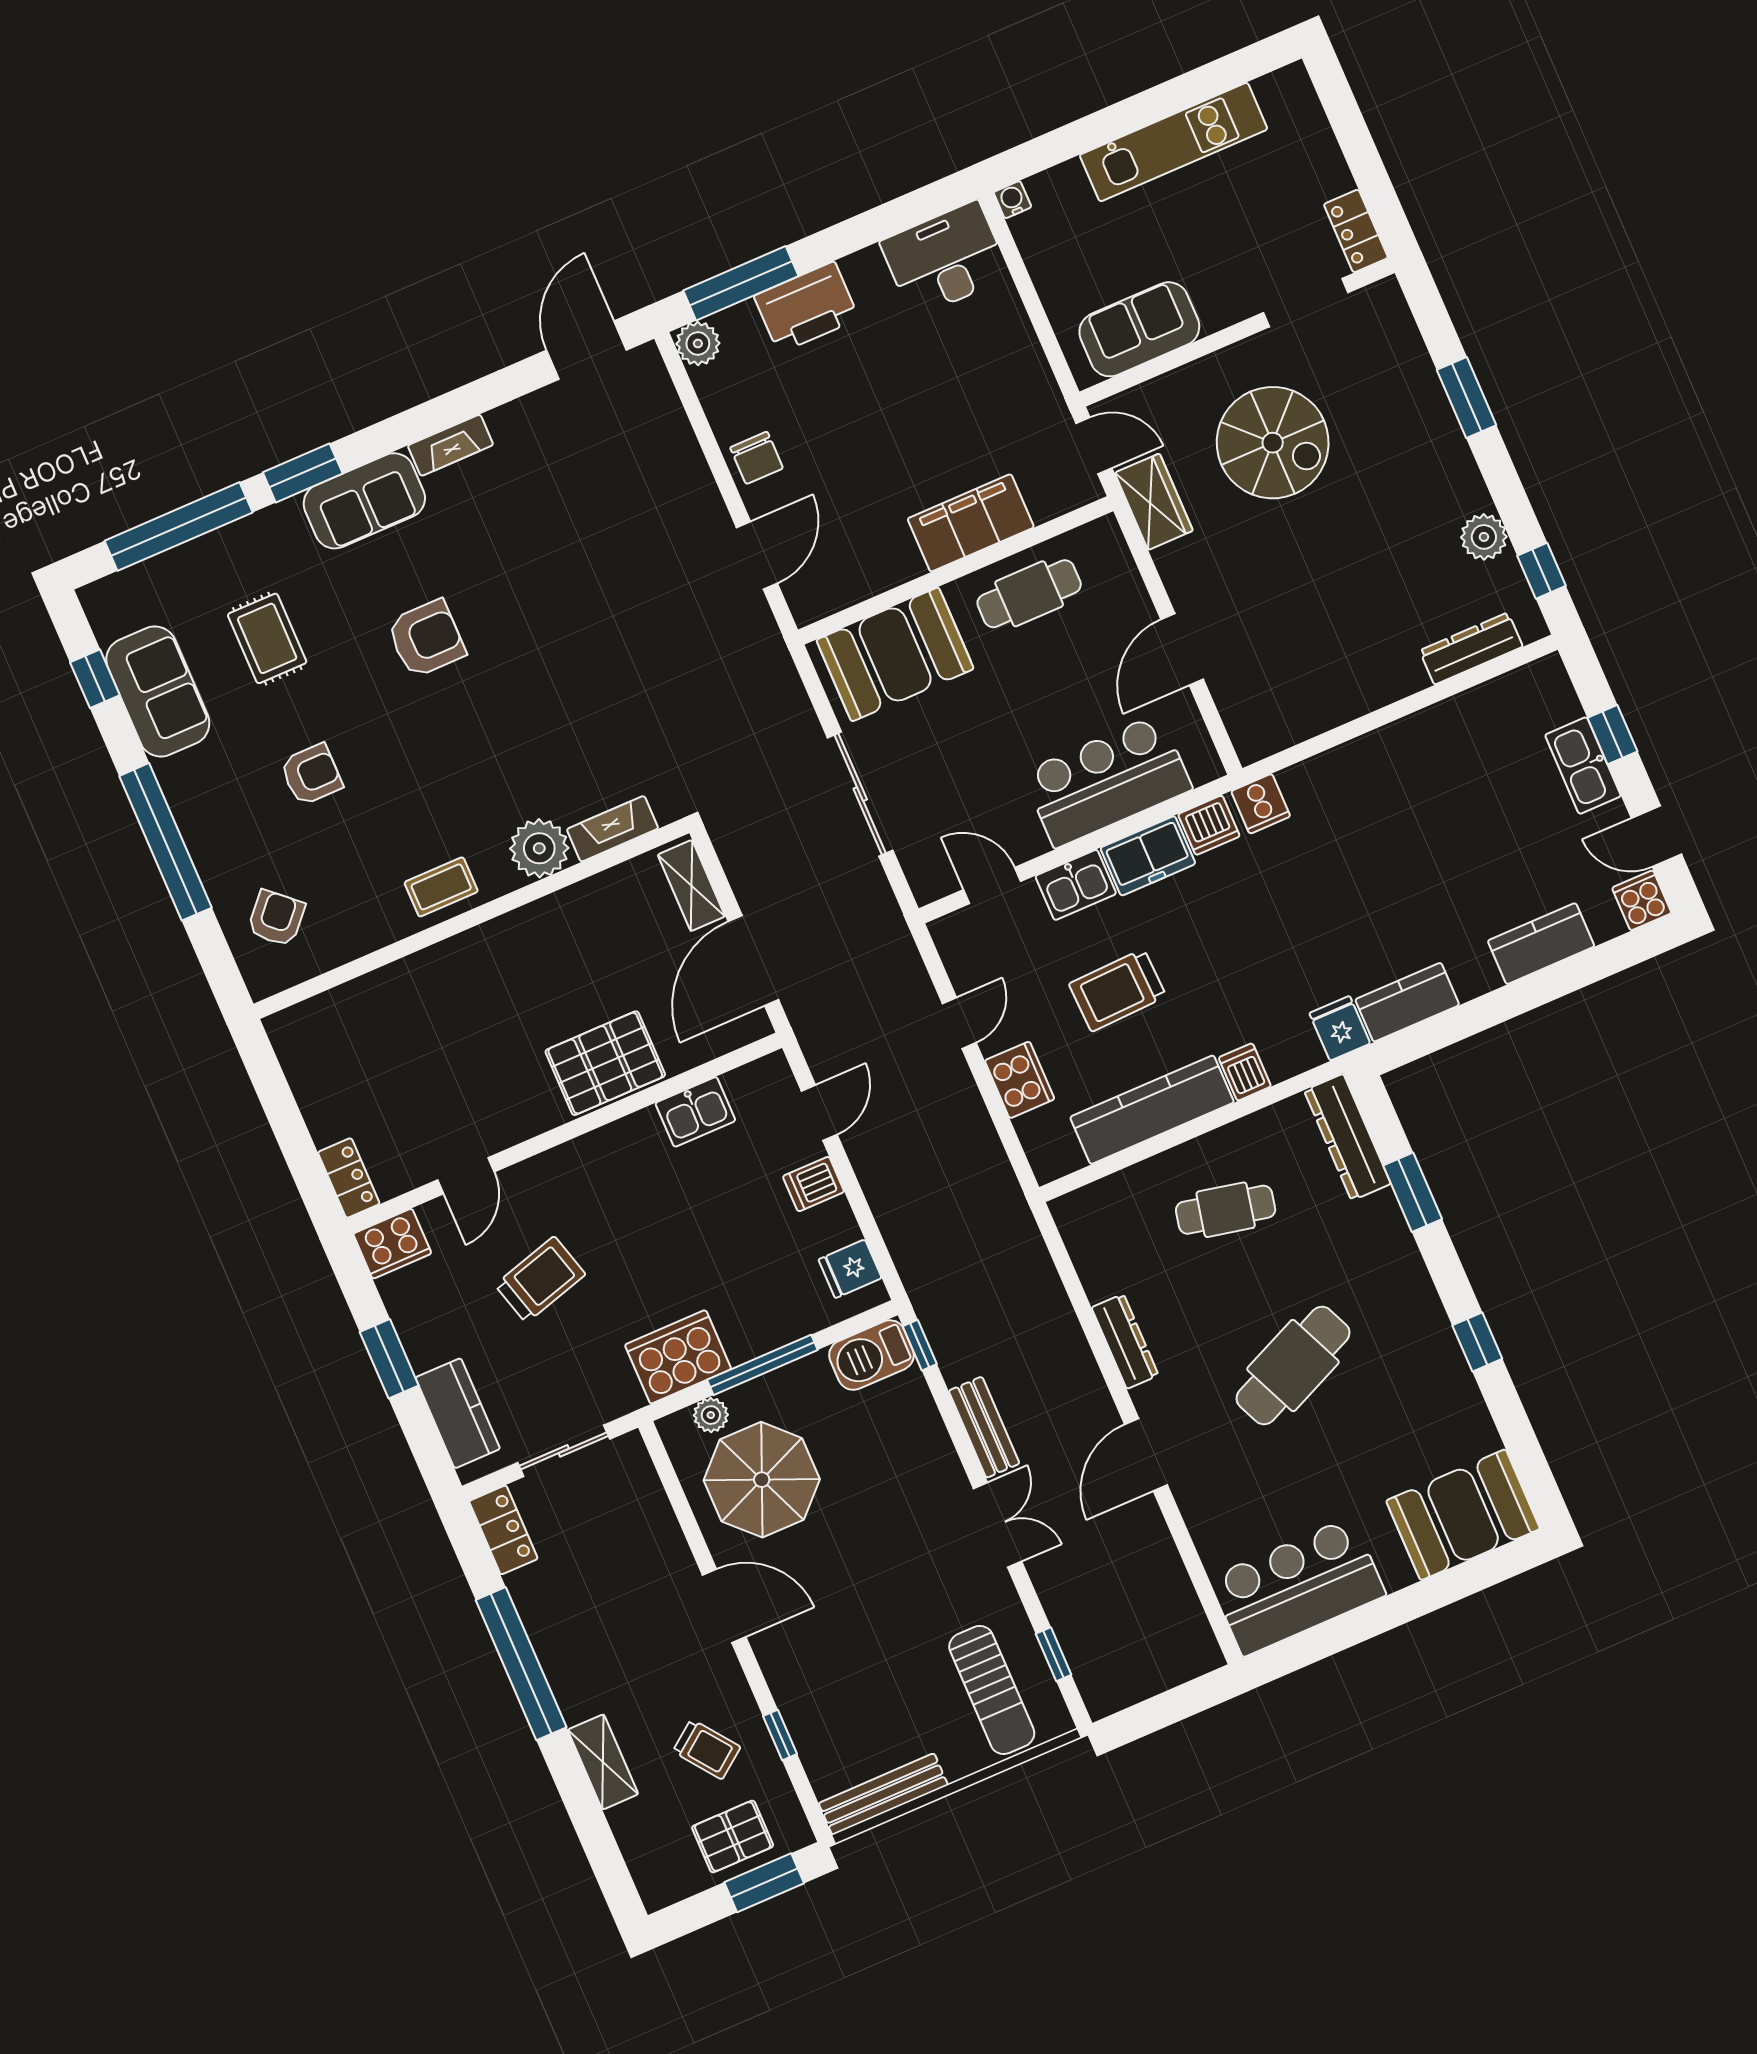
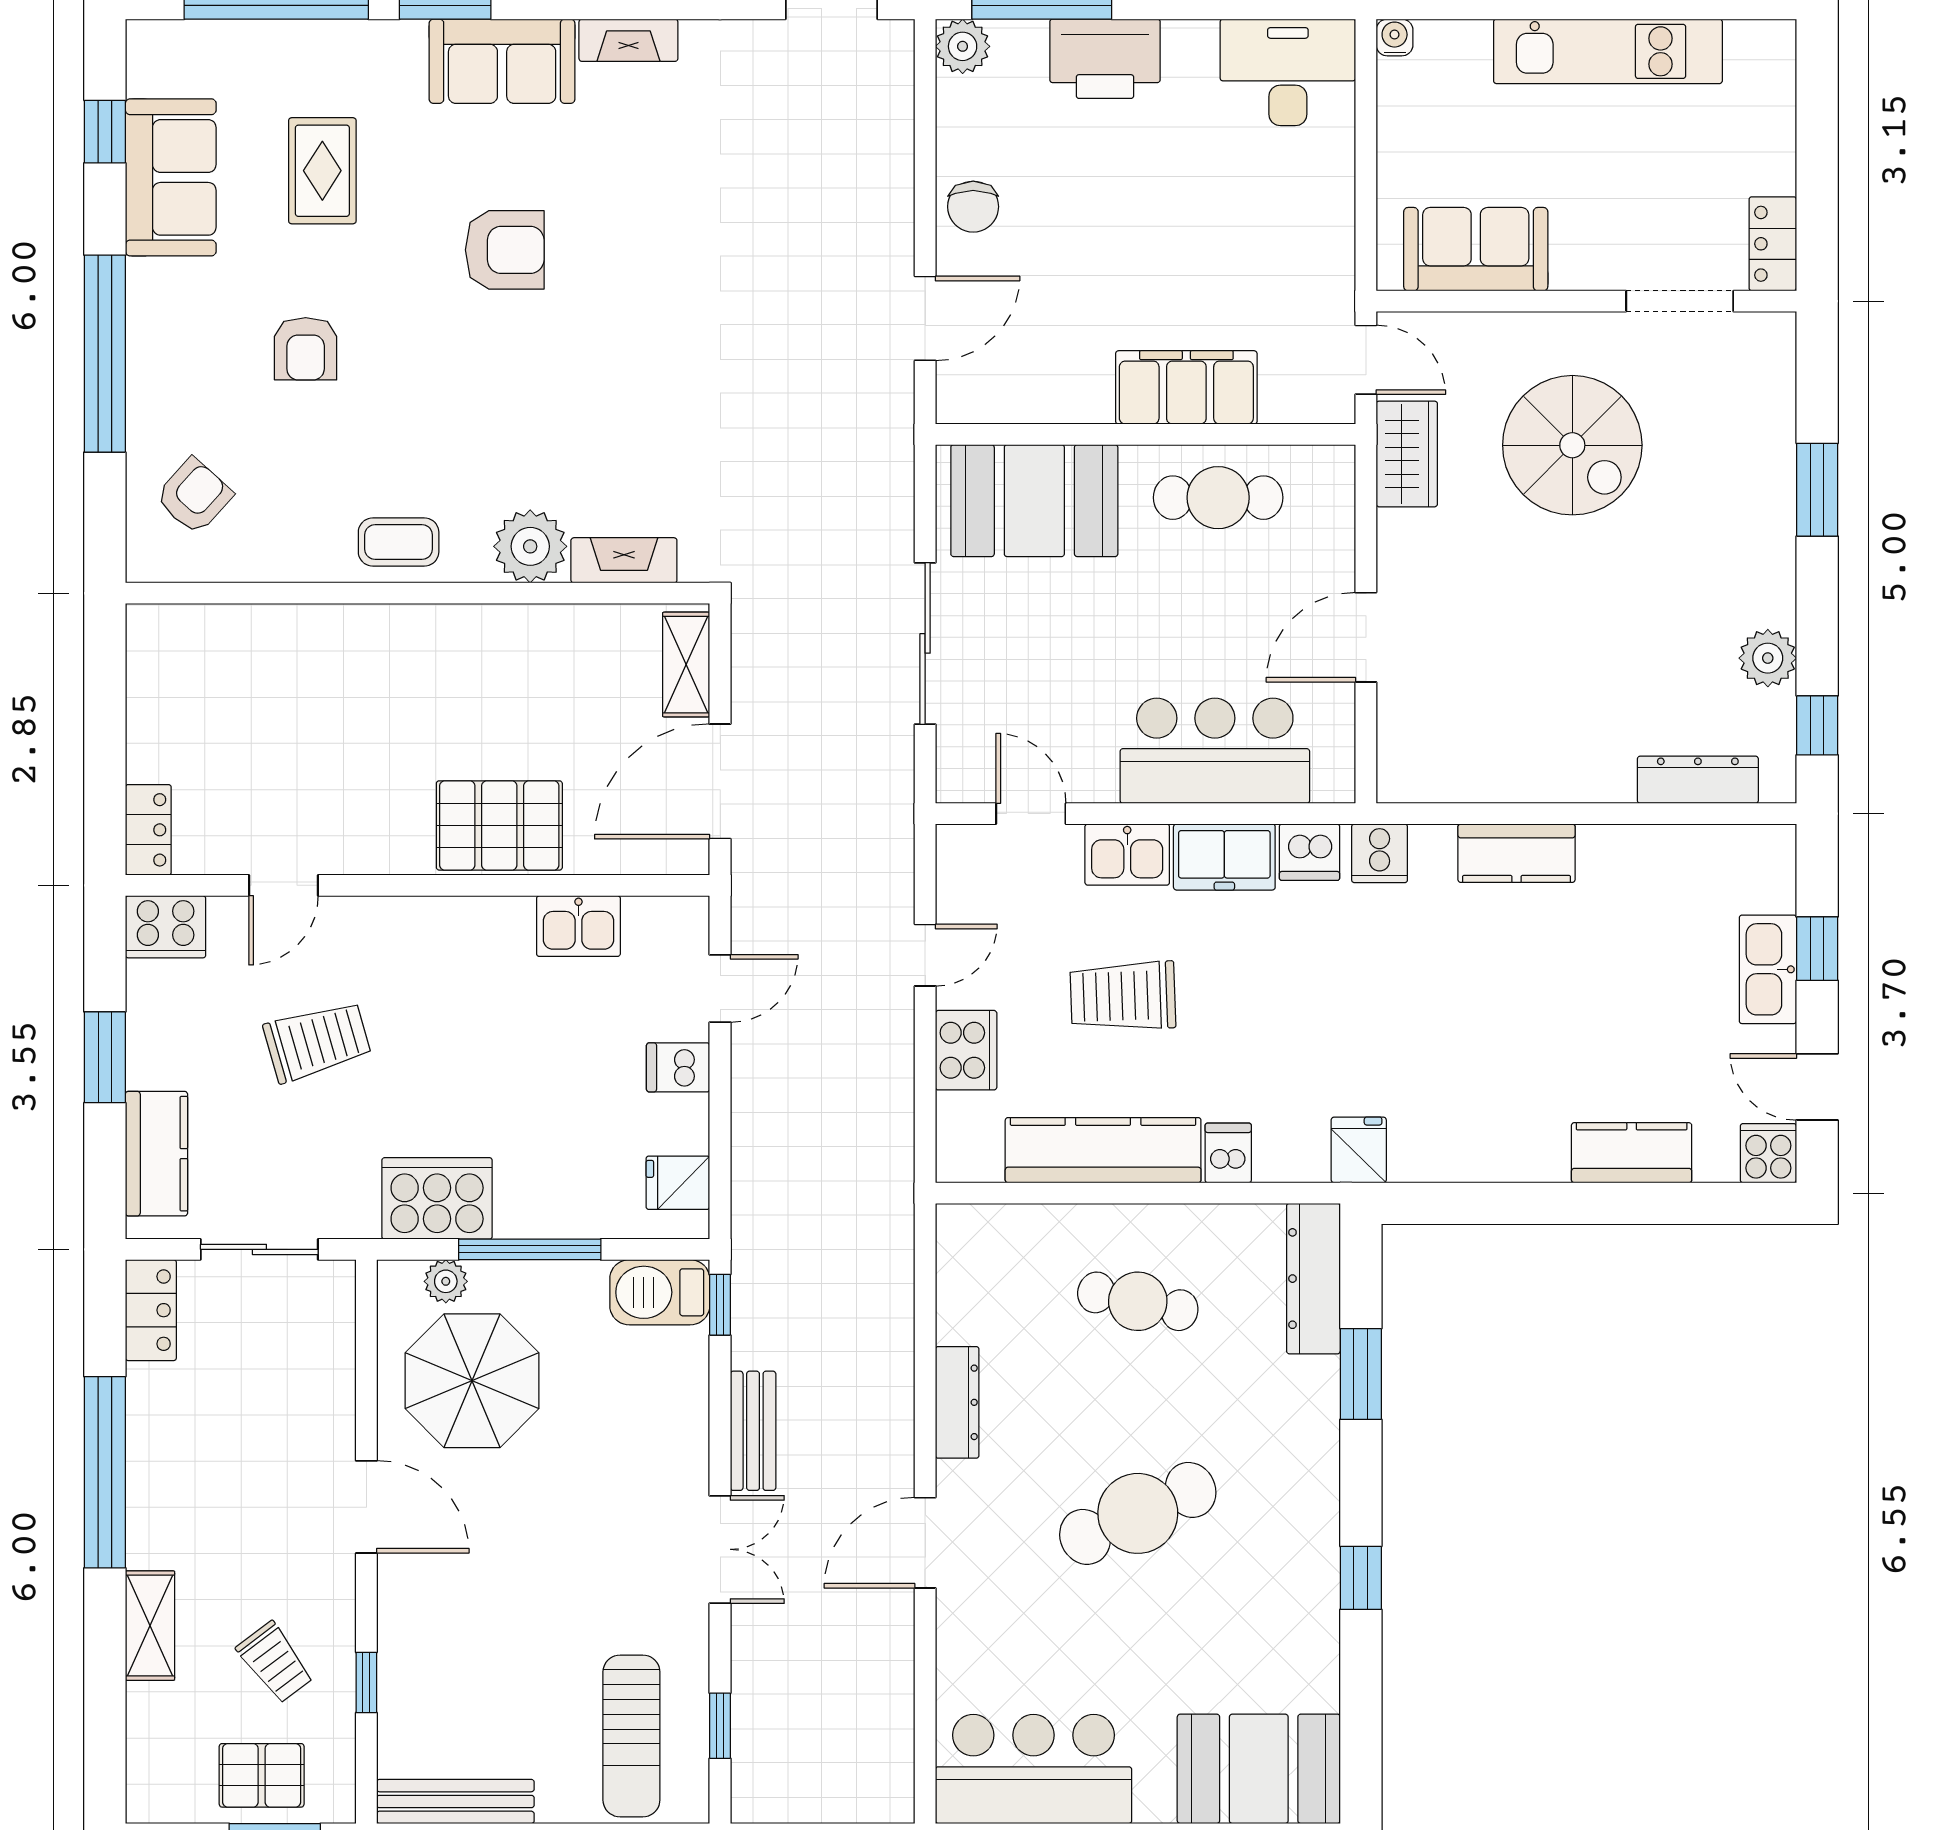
armchair: (311, 774) -> (306, 349), turned 90
kitchen counter: (1407, 1002) -> (1517, 853), moved, turned 180

